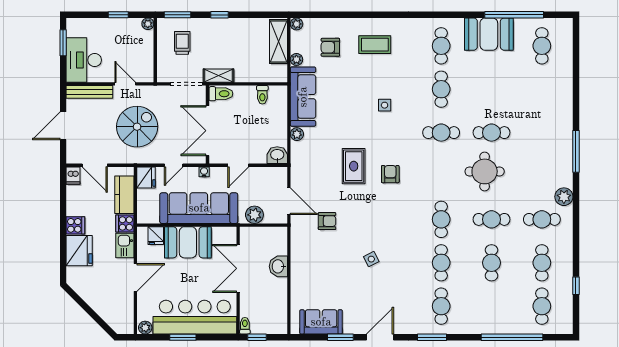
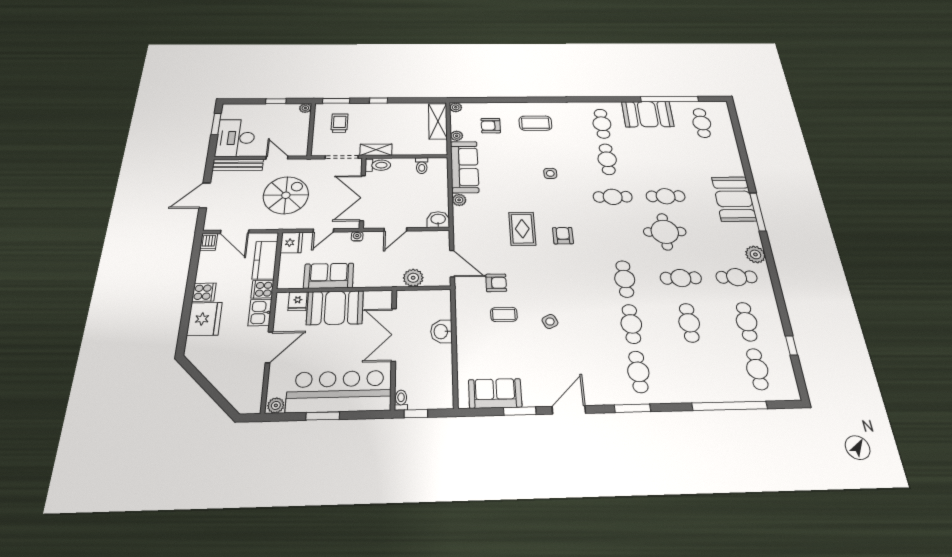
booth: (556, 136) -> (734, 199), added
sofa: (199, 208) -> (329, 276), width x0.54, depth x0.79
coffee table: (332, 252) -> (504, 314), added

